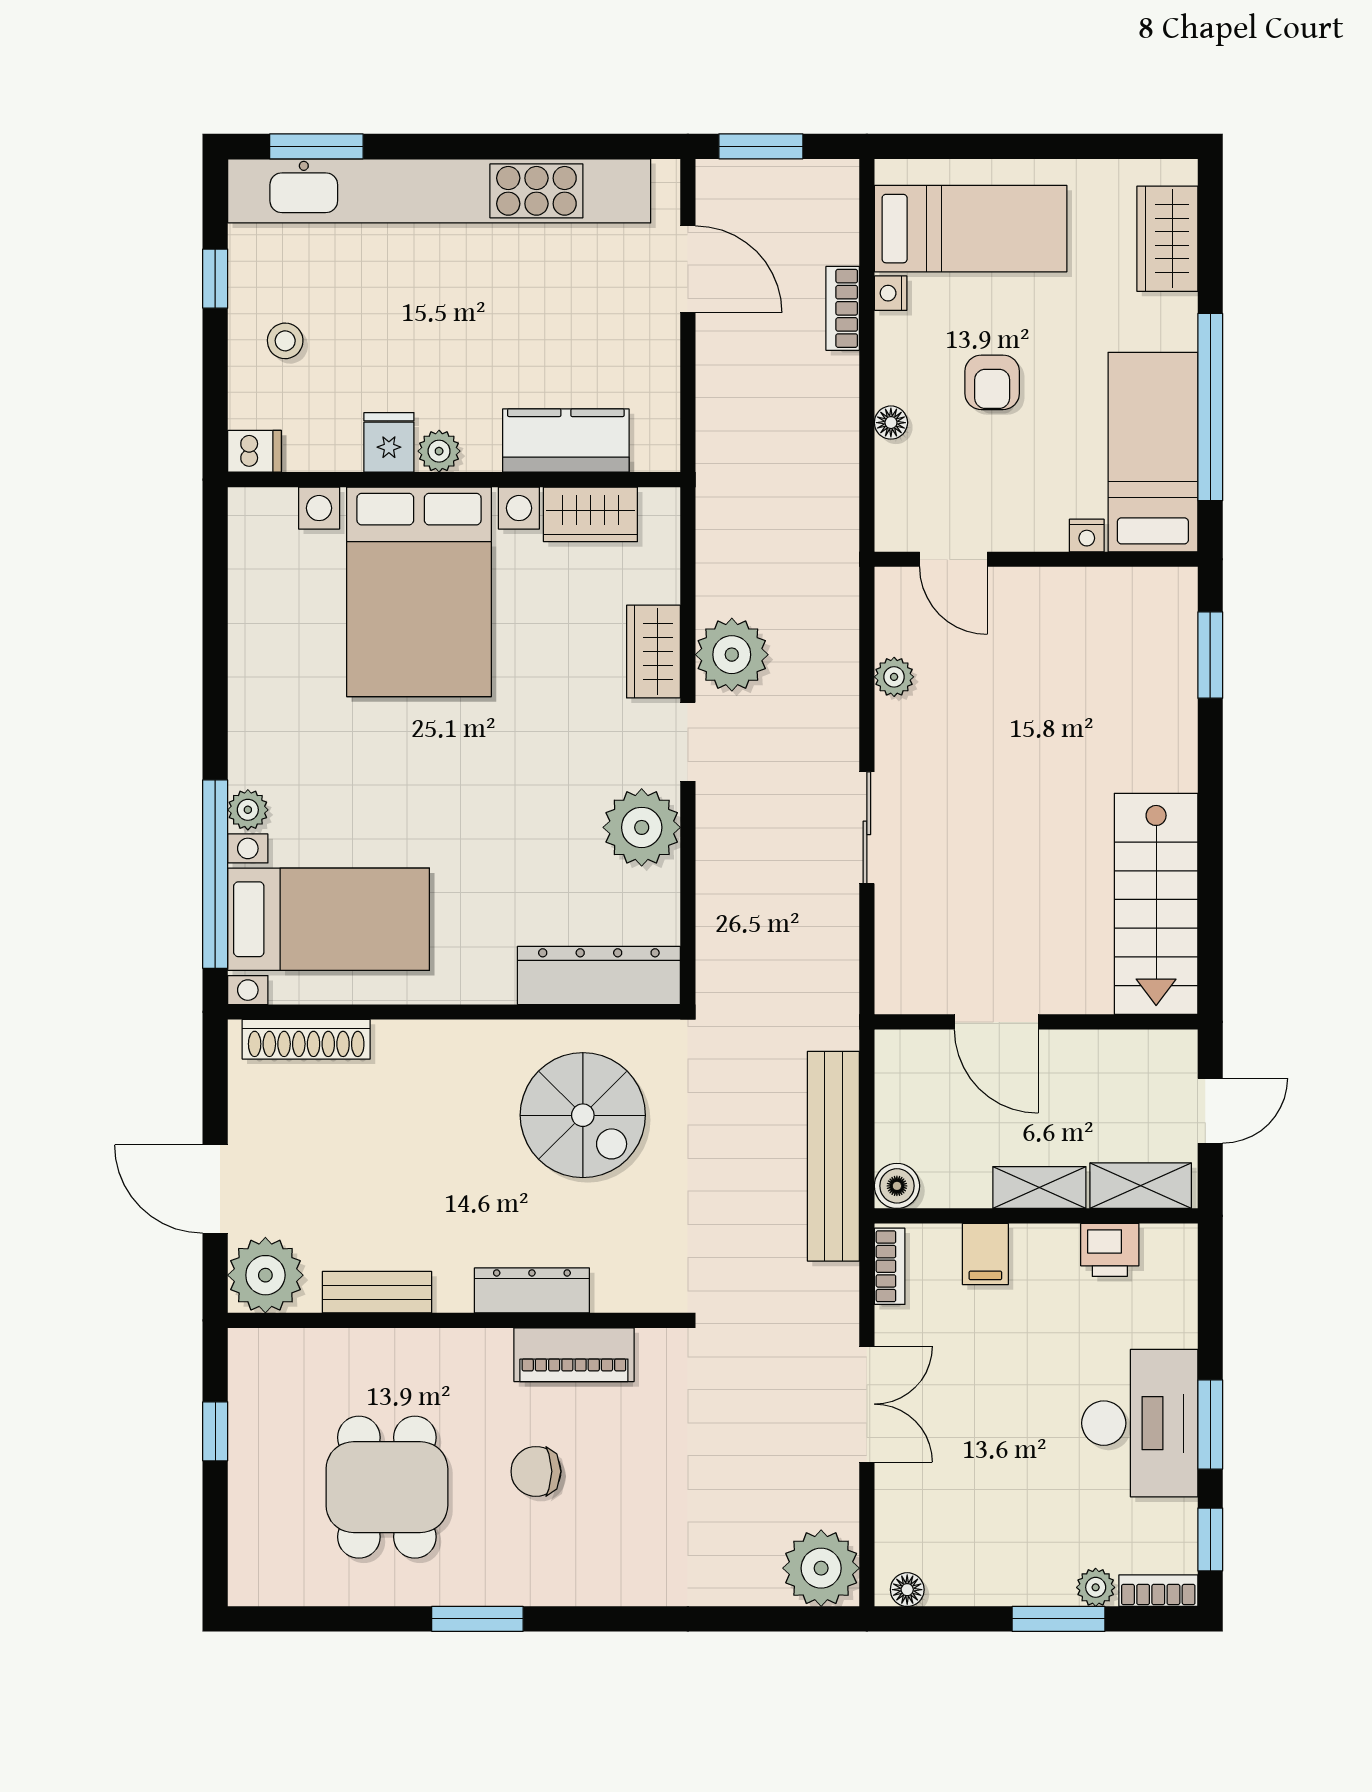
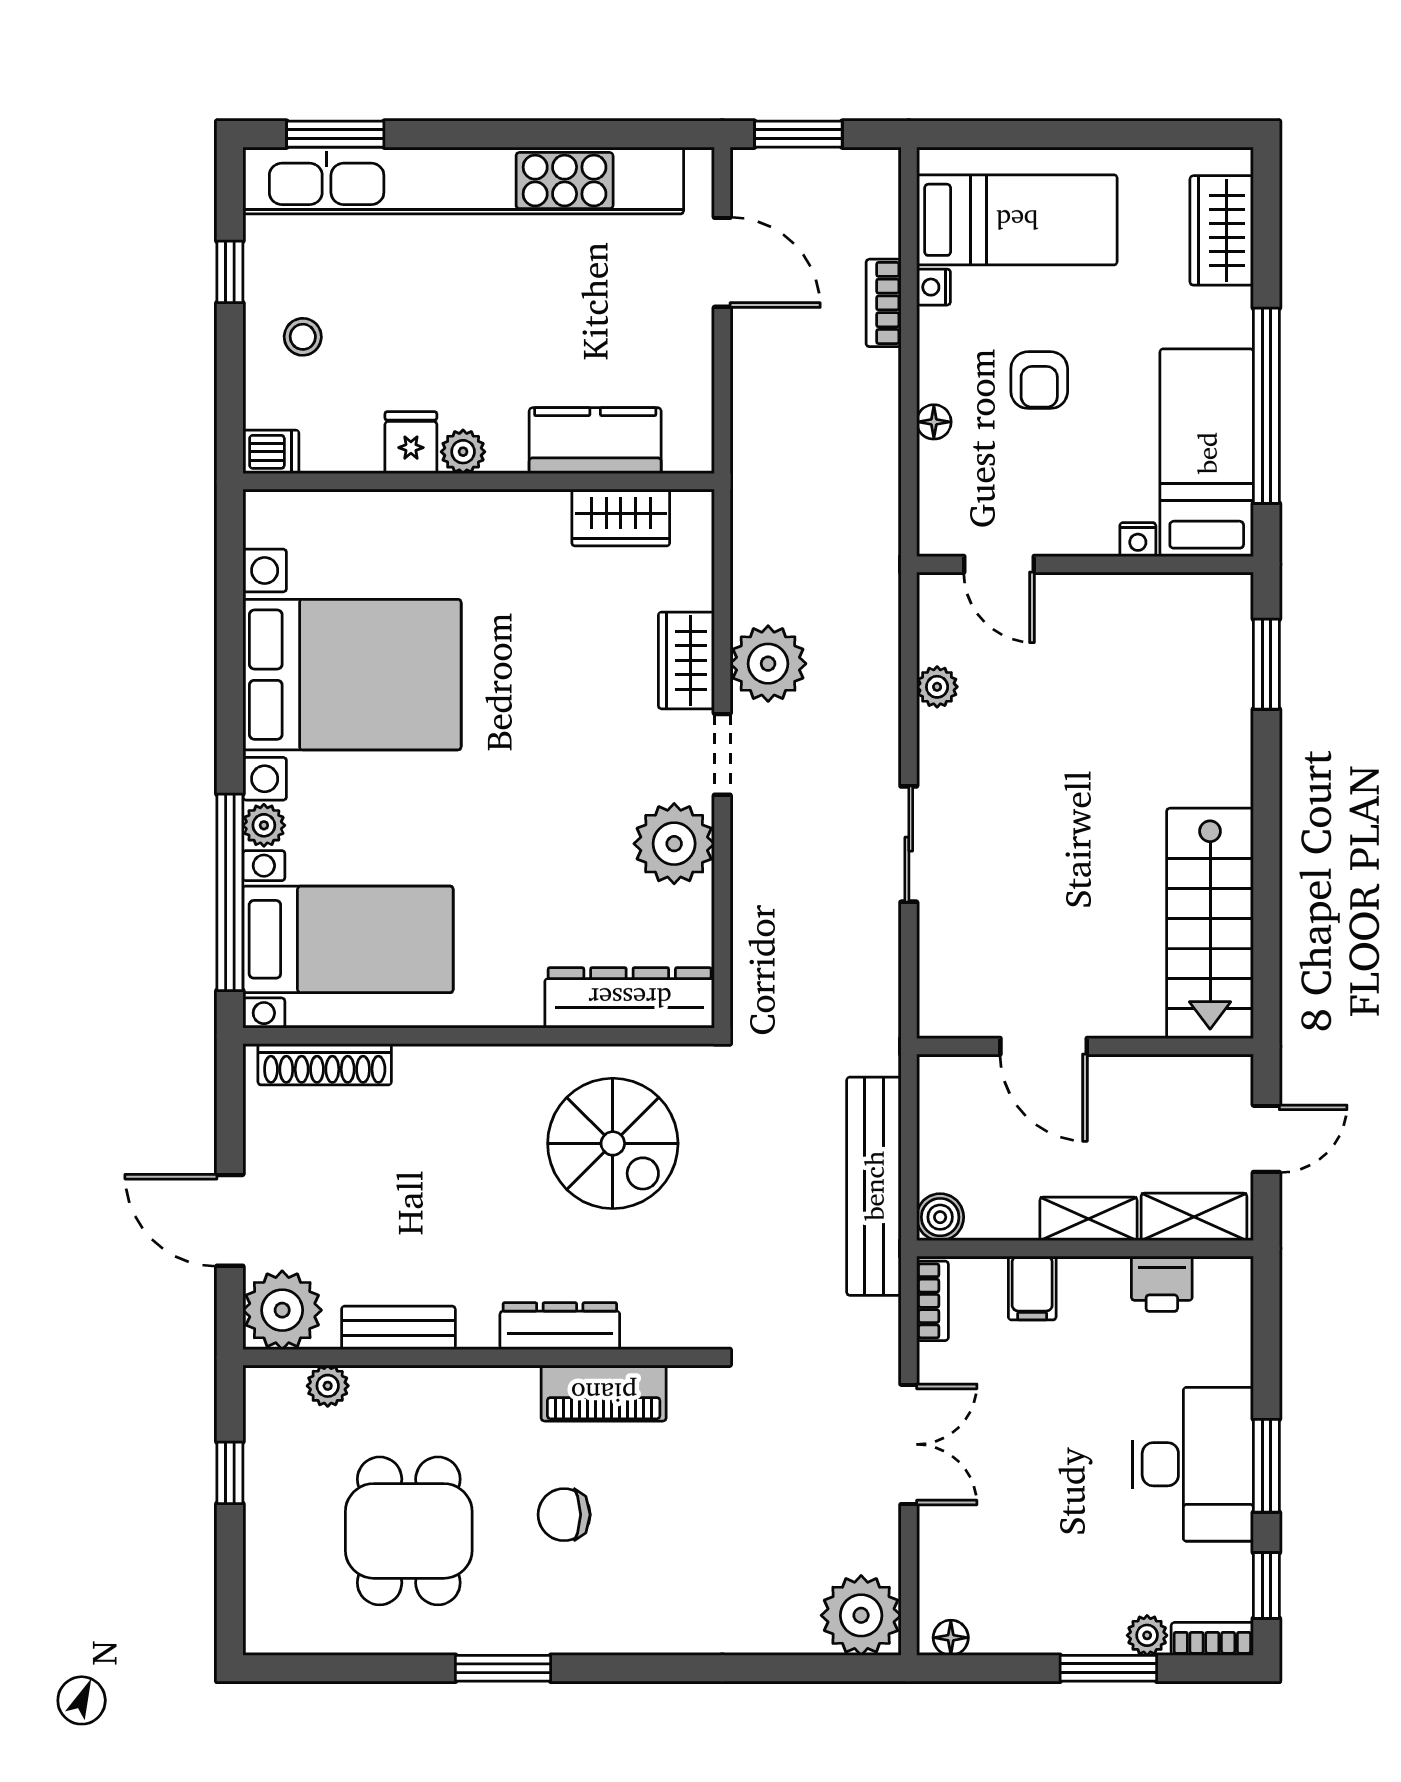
bed with nightstands: (419, 592) -> (352, 675), moved, turned -90
plant: (309, 1348) -> (328, 1386), added

